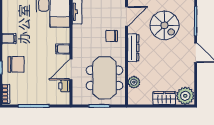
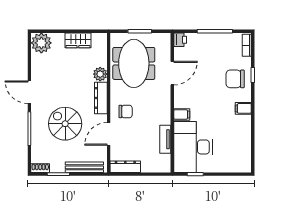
filing cabinet: (63, 49) -> (182, 114), moved
plant: (134, 82) -> (100, 74), moved
printer: (64, 86) -> (180, 40), moved
wardrobe: (164, 98) -> (78, 40), moved

